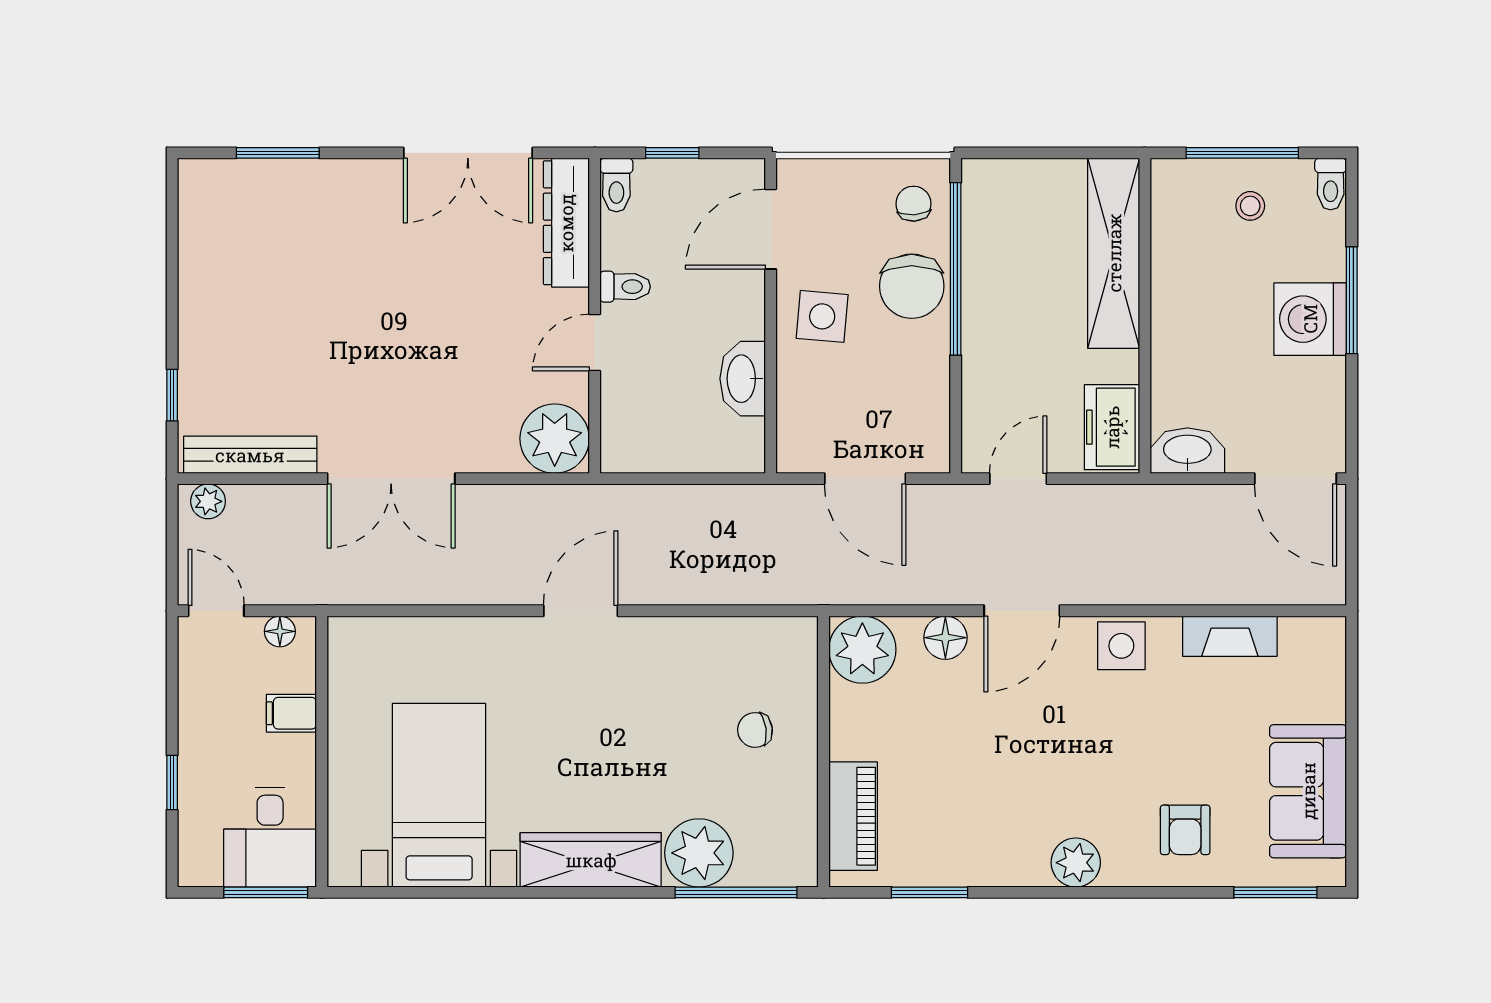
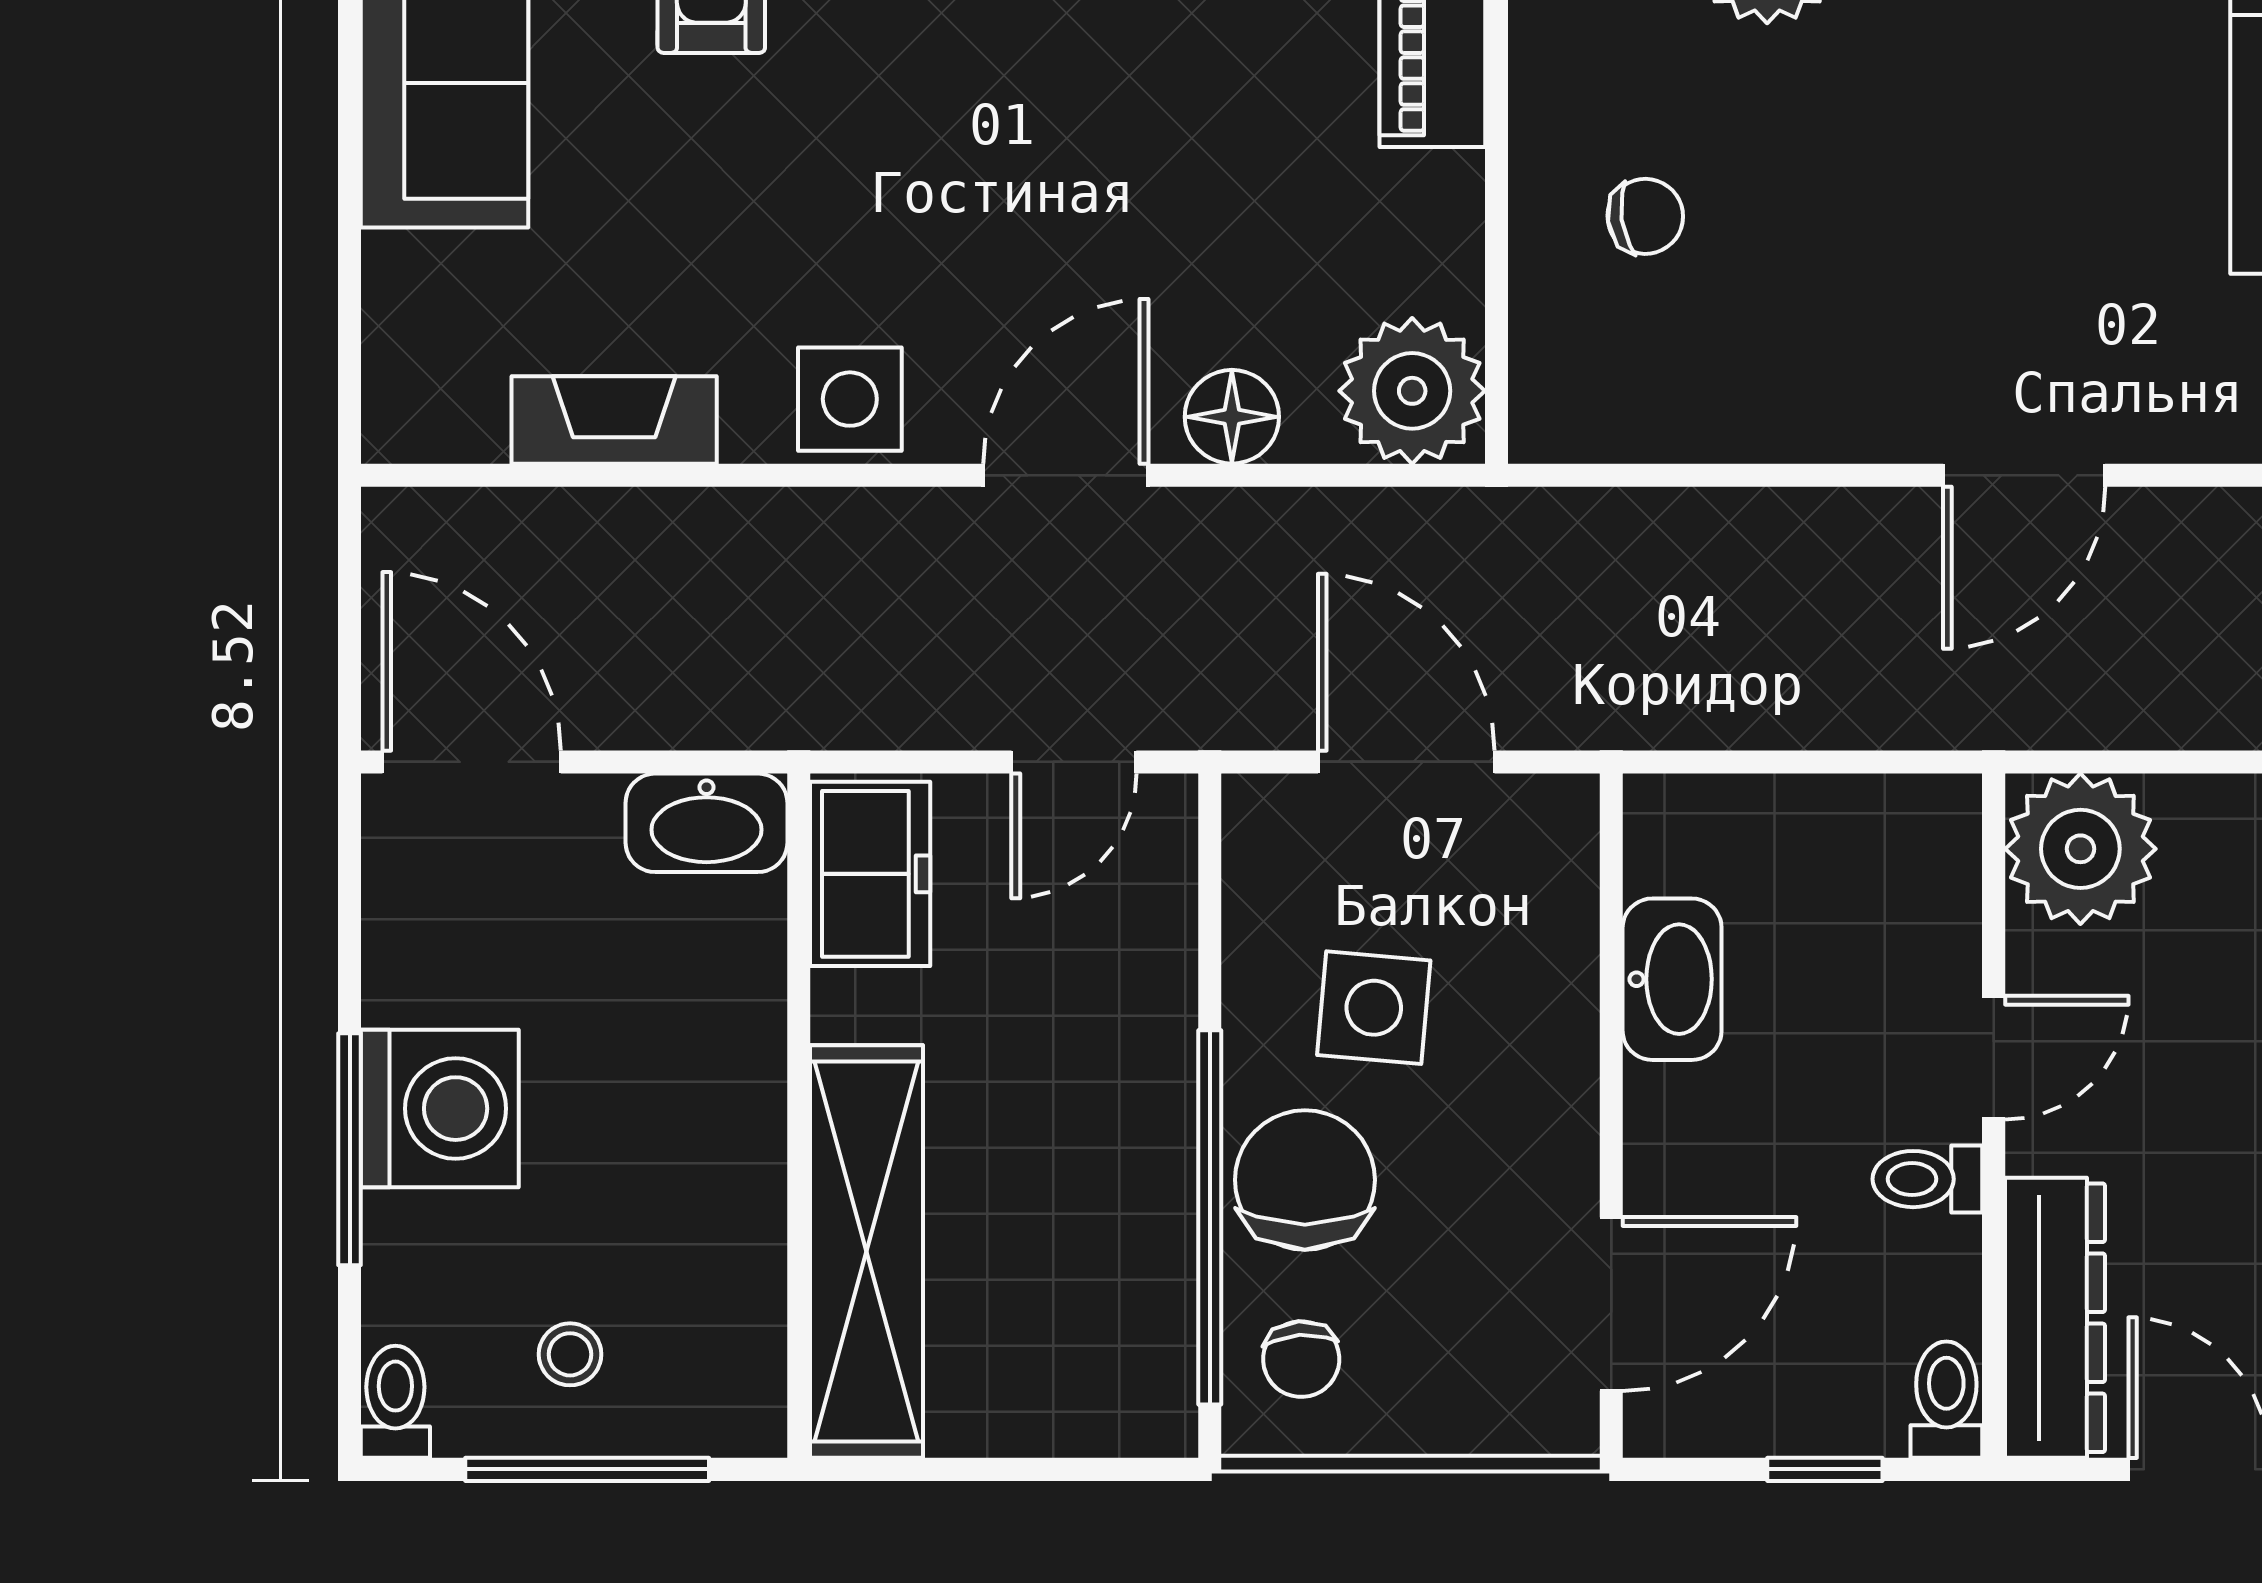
side table: (822, 316) -> (1374, 1008), moved

